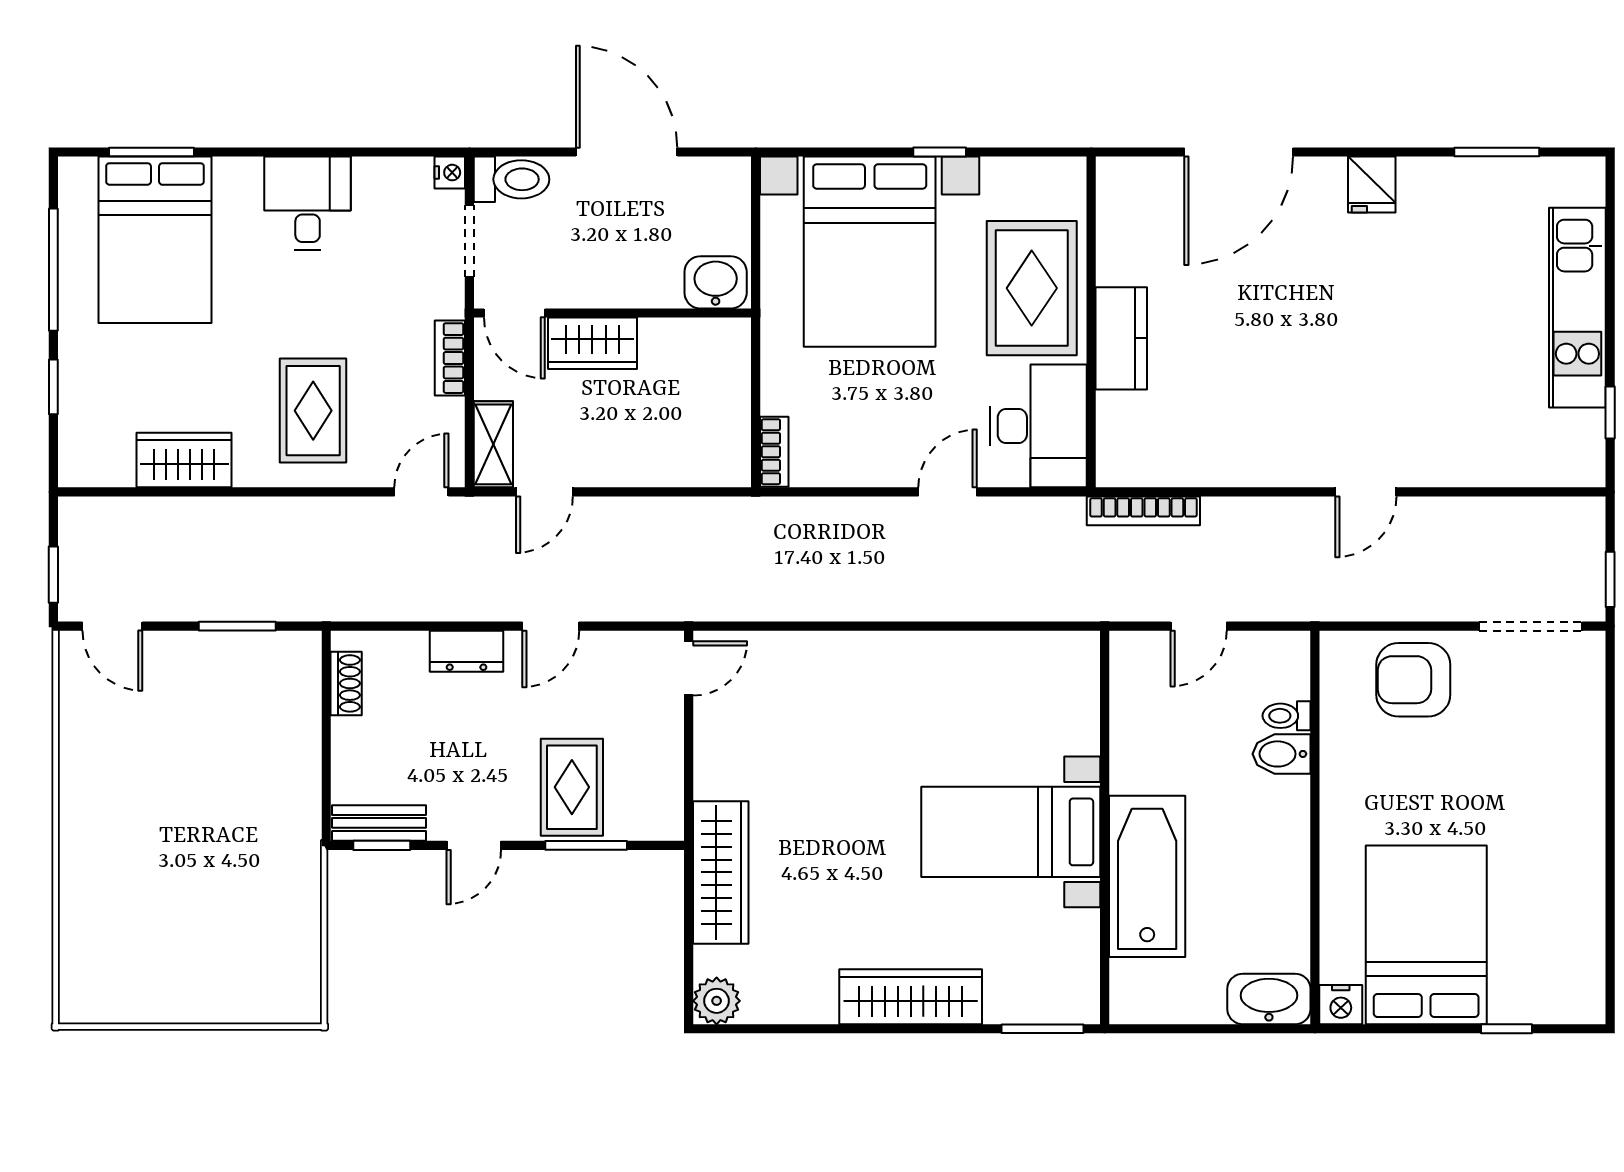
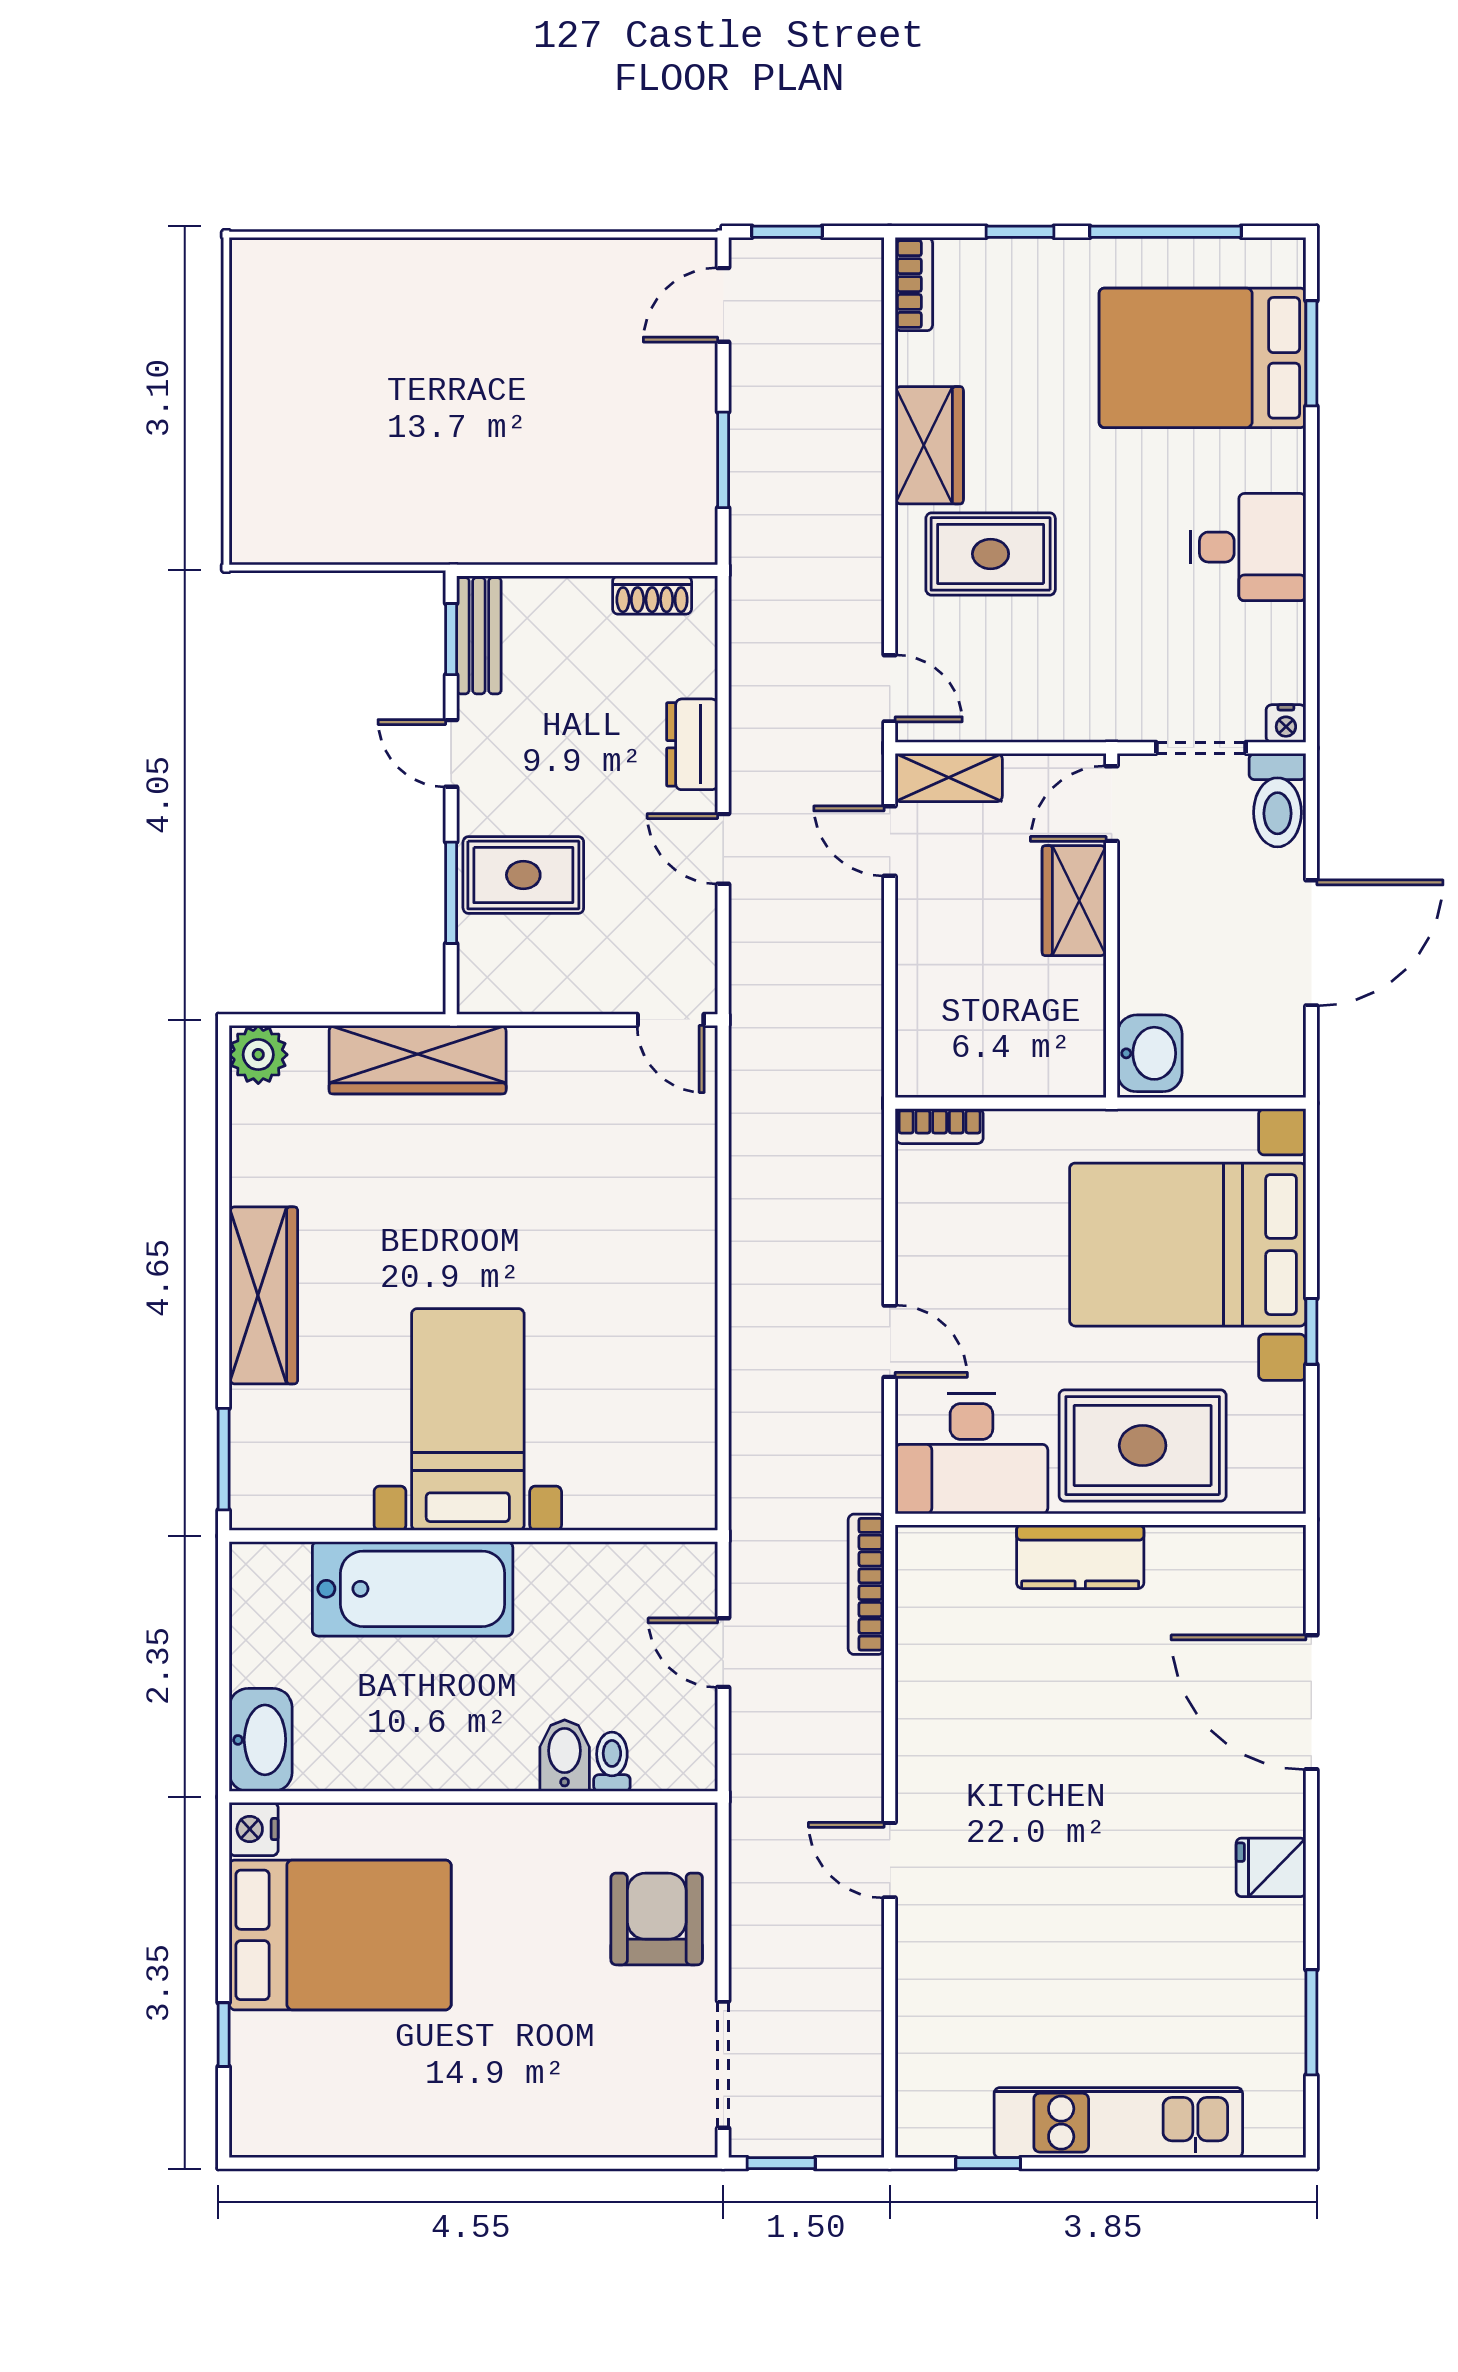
bookcase: (450, 358) -> (914, 284), moved, turned 90
wardrobe: (184, 460) -> (929, 445), moved

